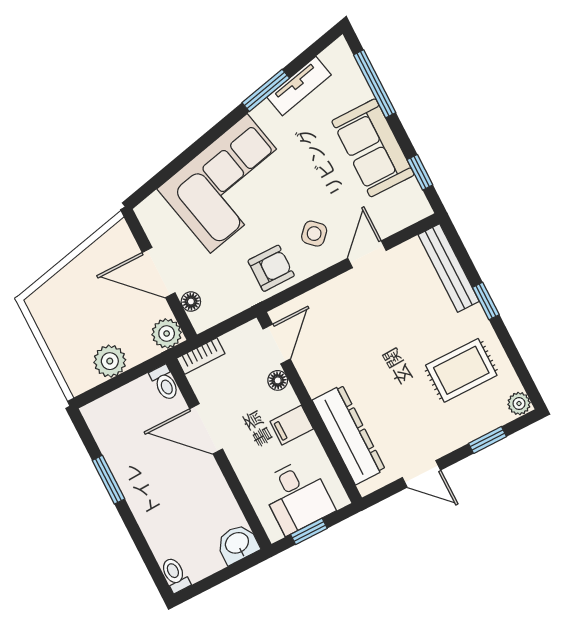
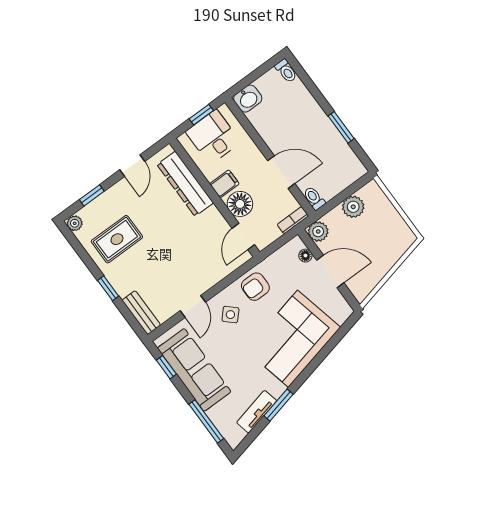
sofa: (373, 148) -> (194, 370), width x1.36
bench: (449, 268) -> (141, 313), width x0.73
floor lamp: (278, 380) -> (240, 204), width x1.89, depth x1.89
door: (421, 474) -> (132, 166), swing flipped

